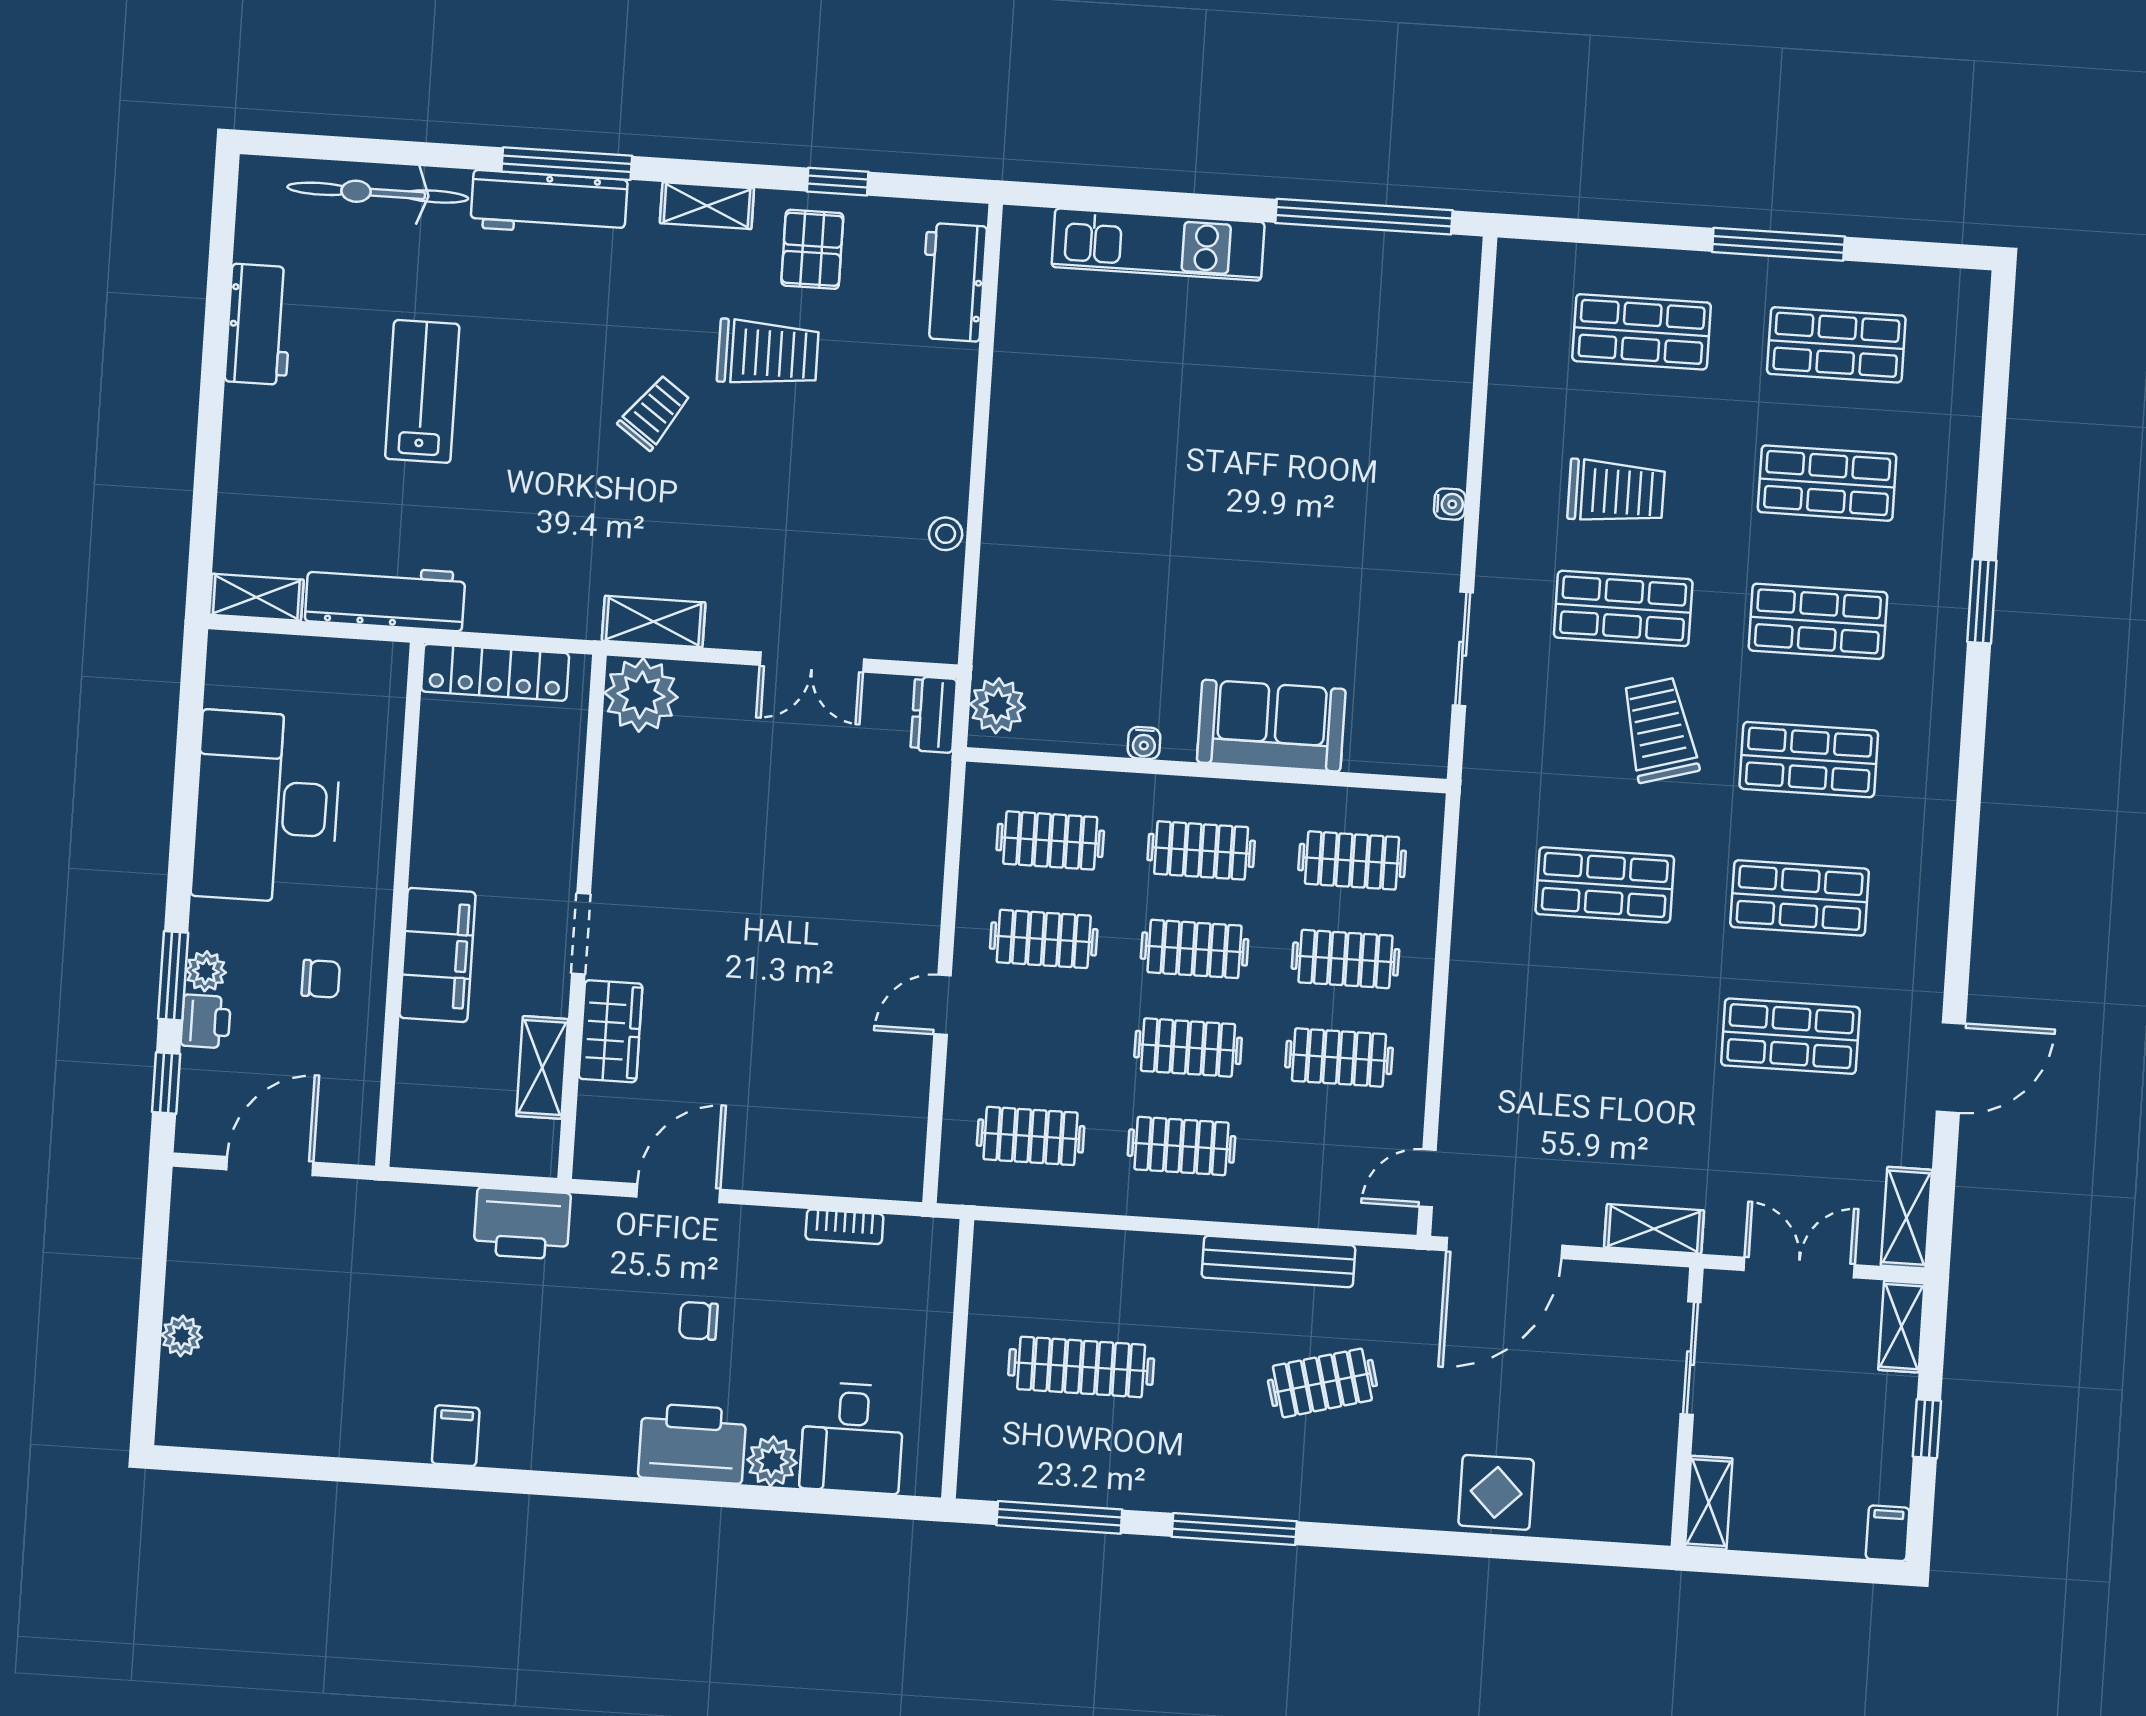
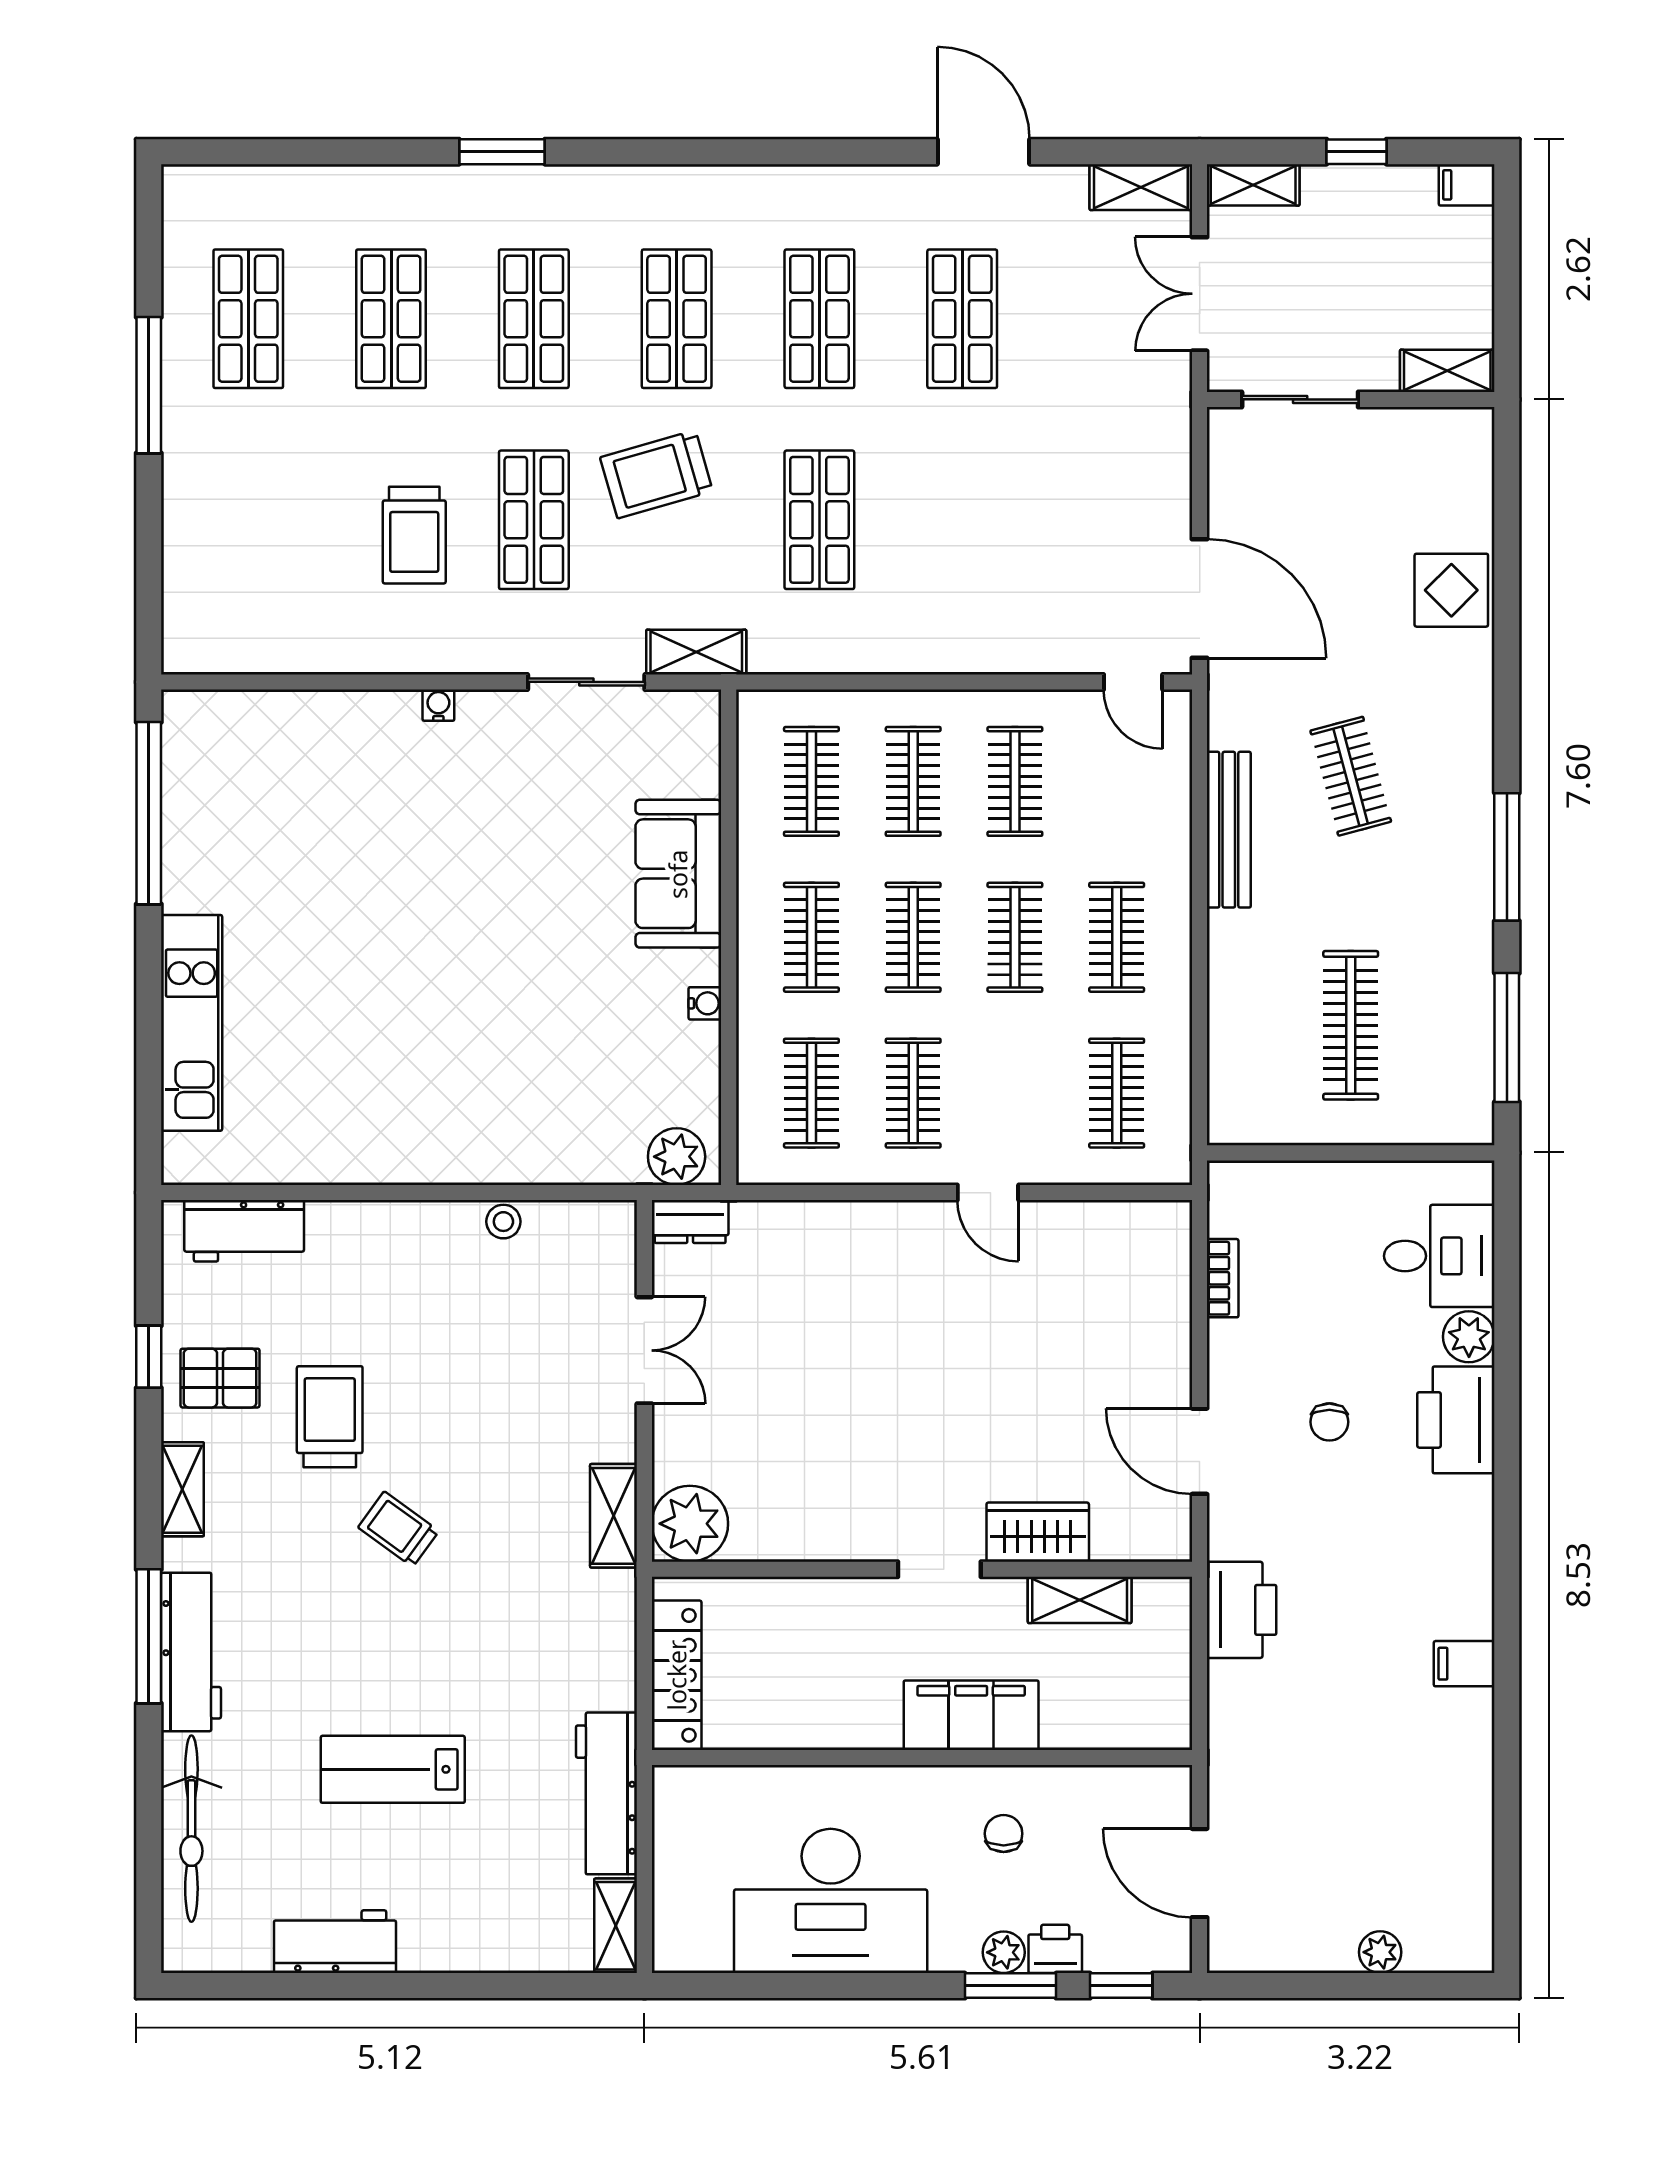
shop shelf: (1642, 332) -> (248, 520), removed
trolley: (1616, 492) -> (414, 535), turned 180
shelving: (1654, 1229) -> (696, 652), moved, turned 90

